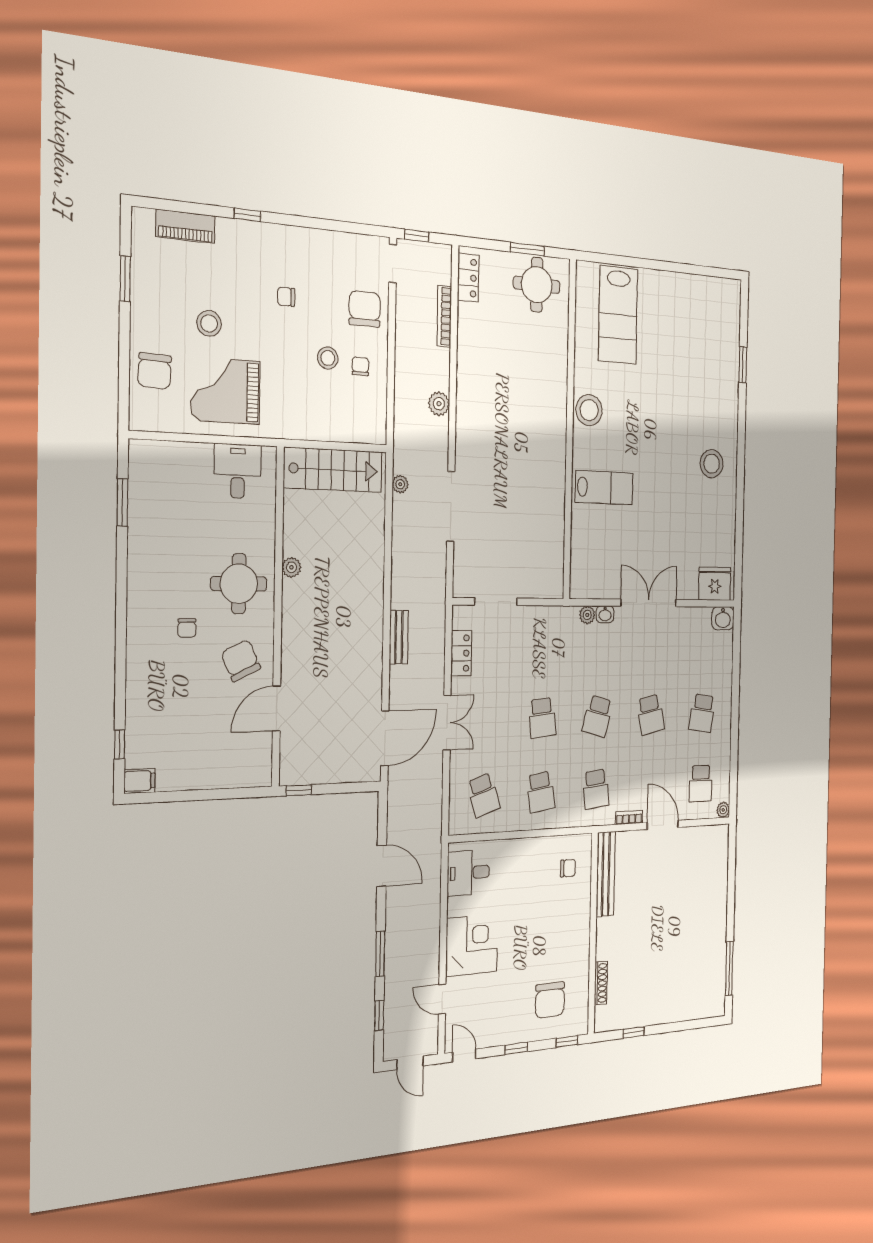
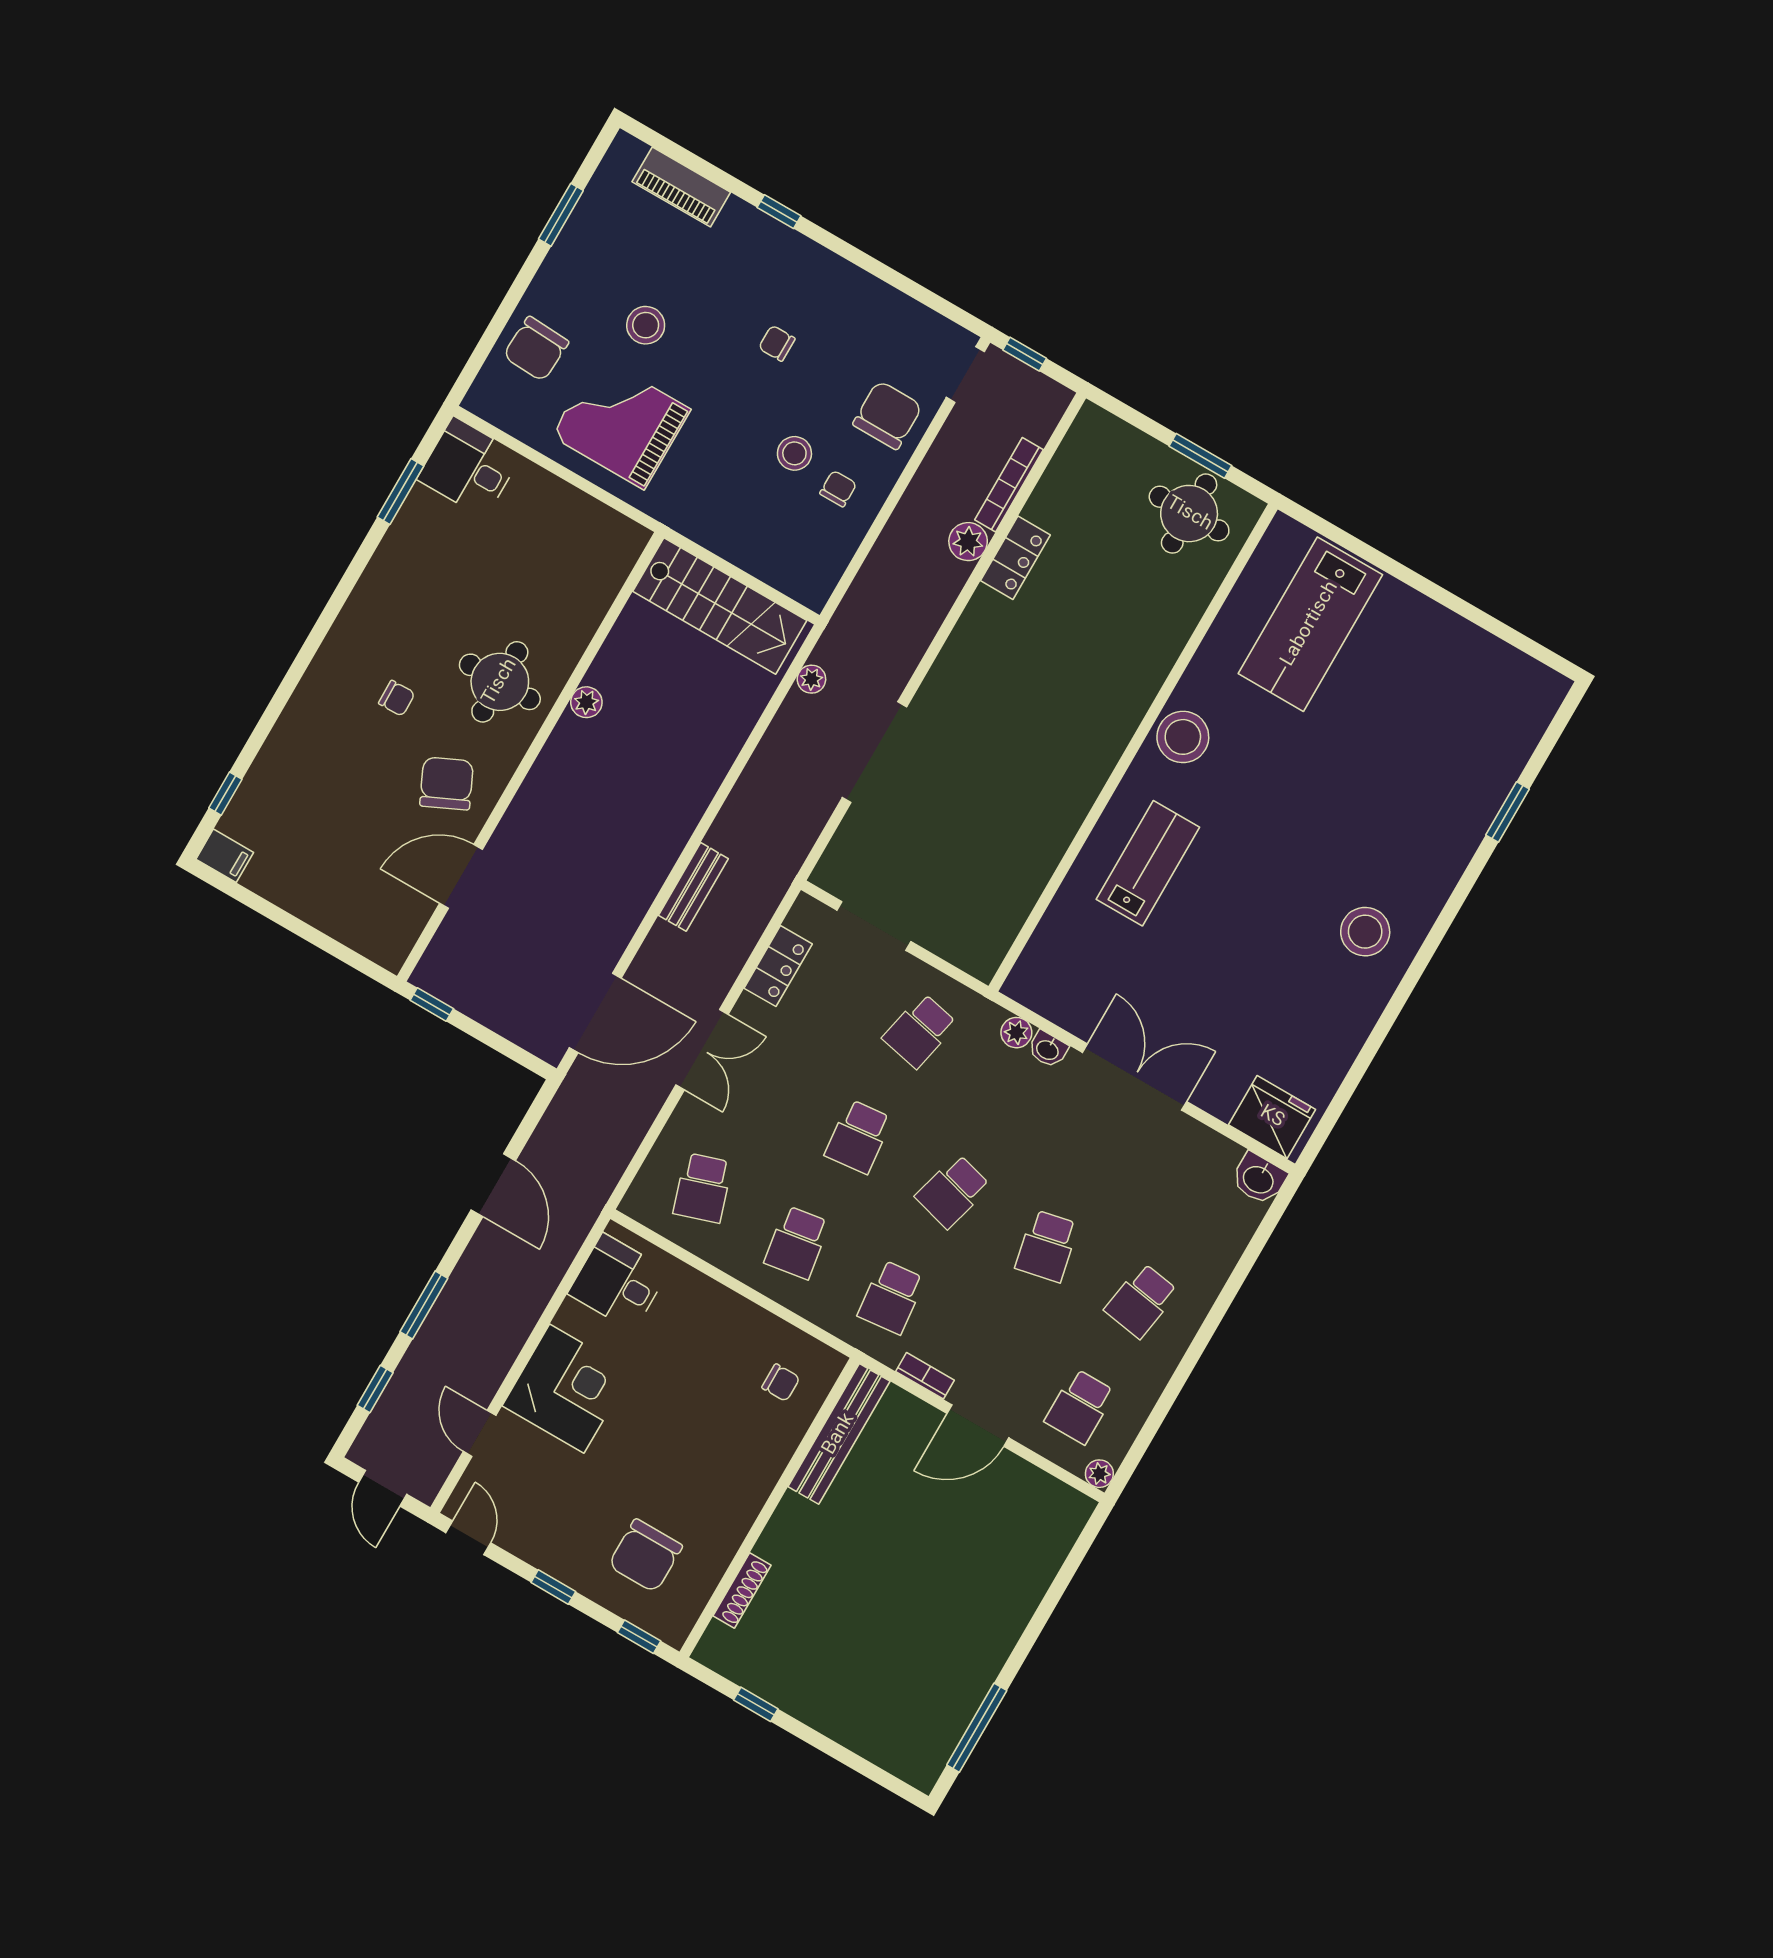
locker: (468, 278) -> (1015, 558), moved
plant: (439, 404) -> (968, 542), moved
desk: (238, 471) -> (469, 467), moved, turned -90
lab bench: (604, 488) -> (1148, 863), turned -90
chair: (187, 628) -> (397, 698), turned -91
school desk: (544, 643) -> (920, 1031), added
door: (663, 825) -> (978, 1426), swing flipped

